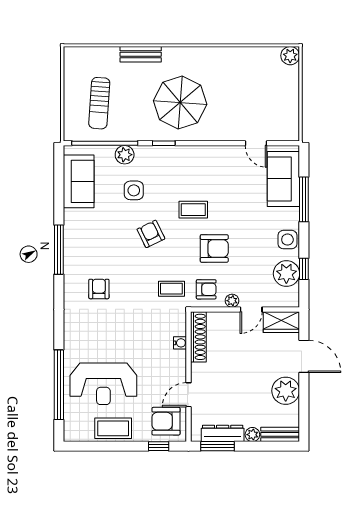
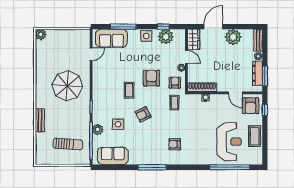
parasol: (180, 103) -> (67, 86), moved

